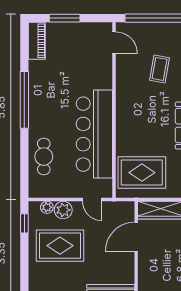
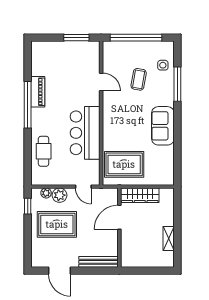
window: (65, 18) -> (76, 38), moved
piano: (37, 41) -> (38, 92), moved
door: (114, 43) -> (101, 82), moved
bar counter: (94, 134) -> (85, 133), width x0.73

